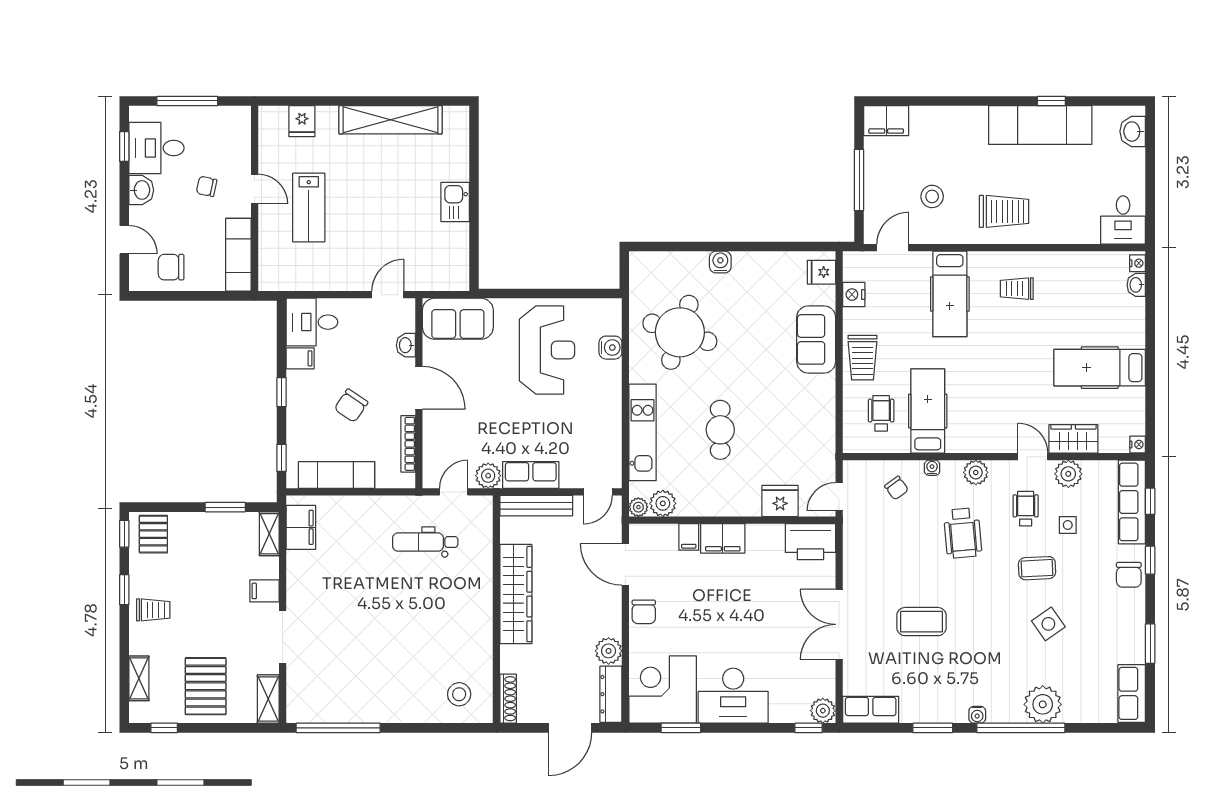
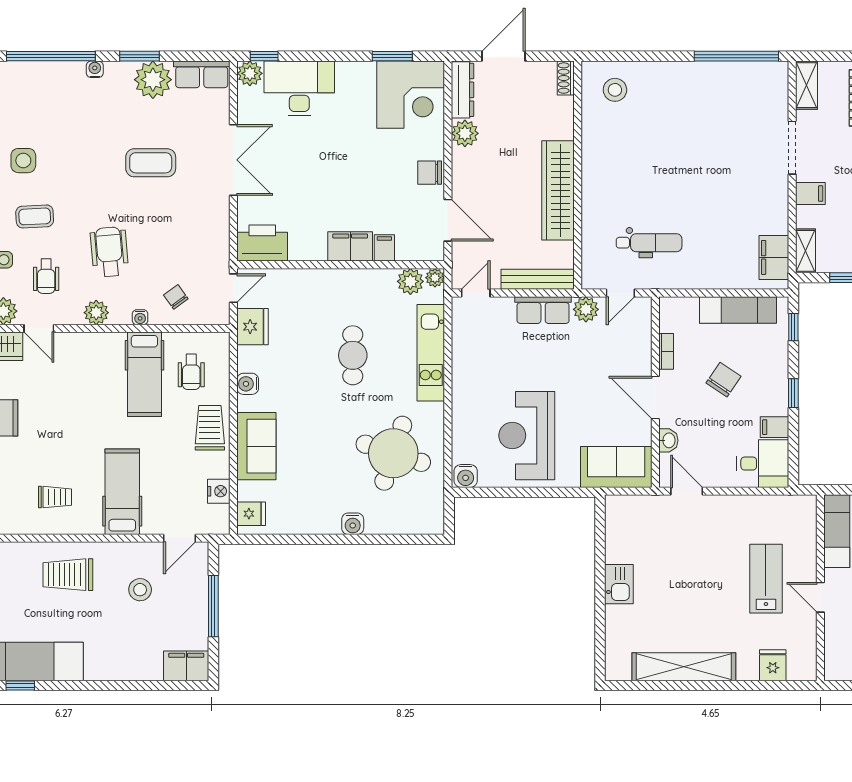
door: (388, 295) -> (687, 491), swing flipped
water cooler: (610, 348) -> (466, 476), moved, turned -90
water cooler: (825, 401) -> (248, 384), added
bookcase: (408, 444) -> (666, 351), width x0.64
fridge: (780, 501) -> (253, 327), moved, turned -90
chair: (644, 612) -> (430, 173), turned -90
side table: (1048, 624) -> (23, 161), turned 35
desk: (733, 696) -> (299, 88), moved
shoe rack: (508, 699) -> (566, 78), width x0.70
plant: (1043, 704) -> (153, 80), moved

